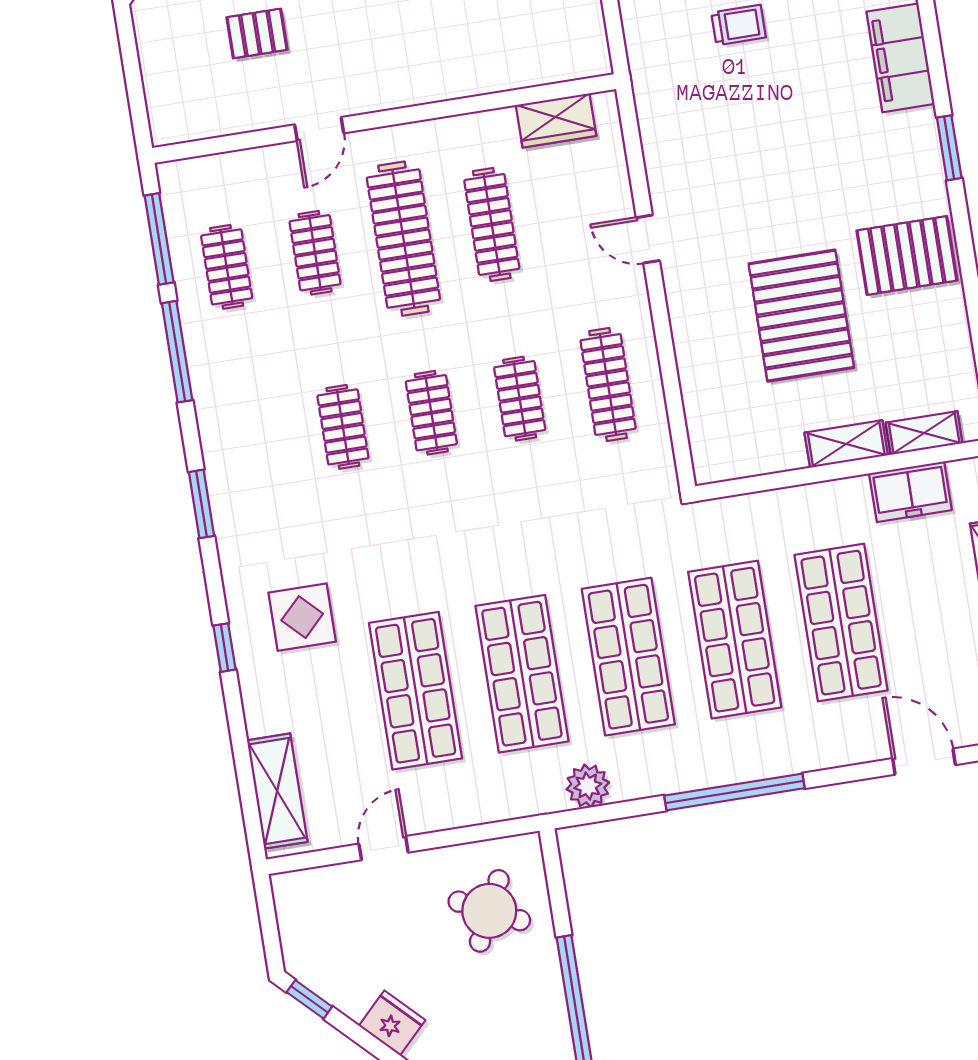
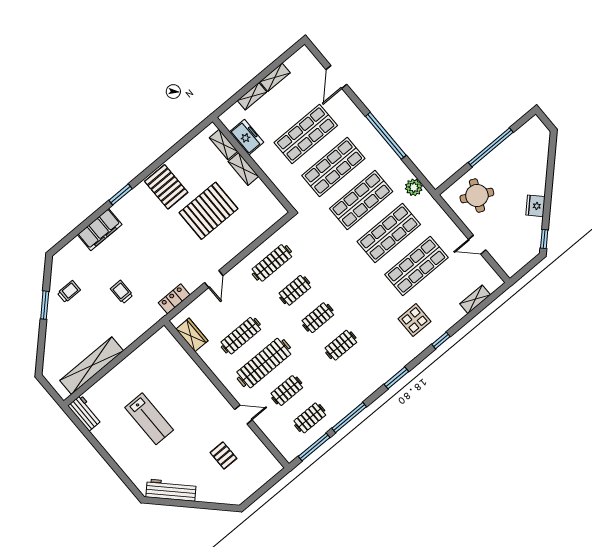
locker: (656, 129) -> (174, 299), added
shelving: (277, 791) -> (475, 299), width x0.67, depth x0.75

